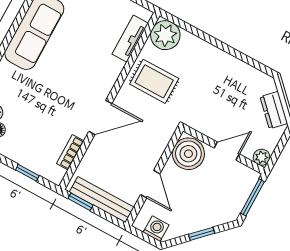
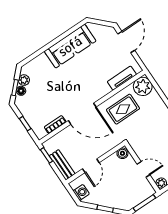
rug: (154, 81) -> (123, 109), turned 90
door: (100, 117) -> (82, 114), width x1.36
boiler: (188, 154) -> (122, 153), width x0.54, depth x0.54
bench: (102, 200) -> (62, 165), width x0.73

